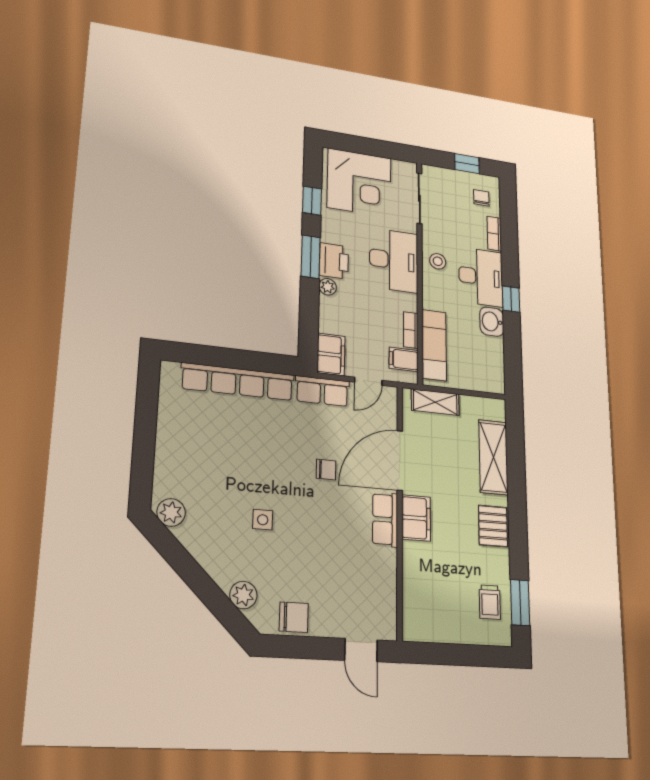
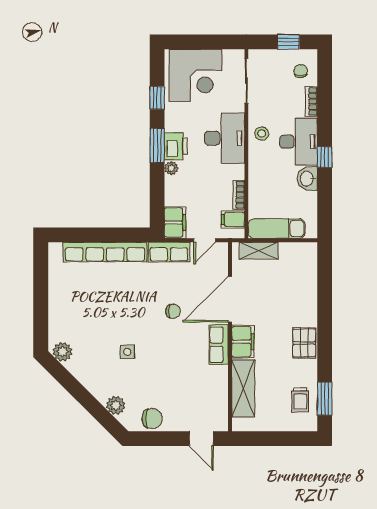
exam couch: (434, 345) -> (277, 229), moved, turned -90
shelving: (493, 457) -> (243, 388), moved

